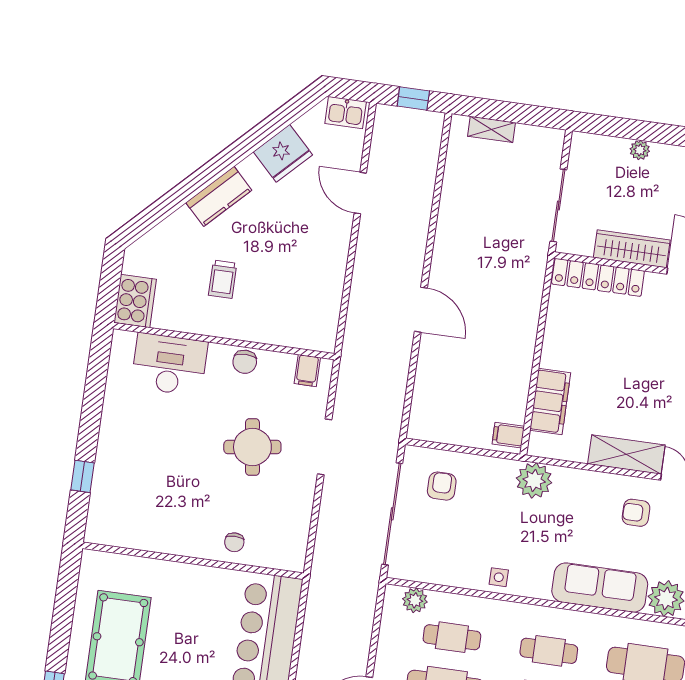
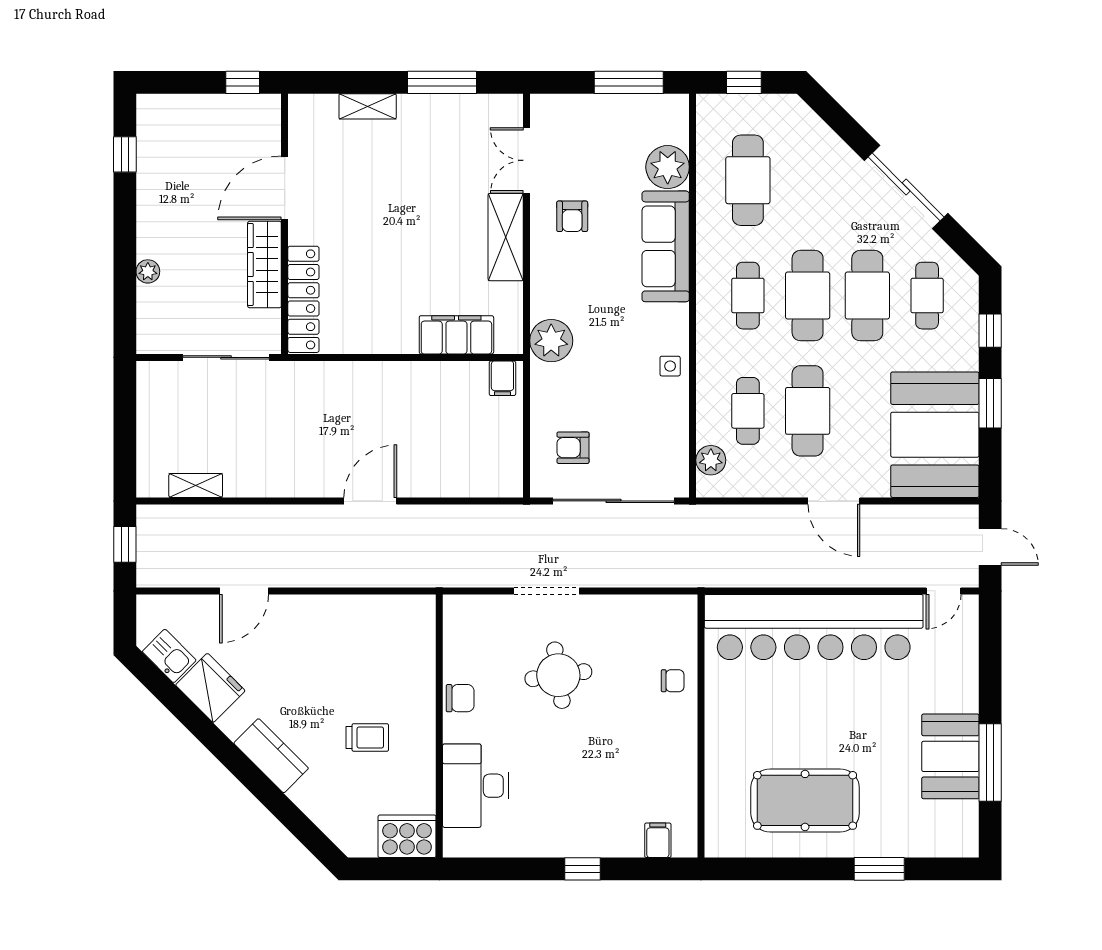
kitchen sink: (346, 113) -> (169, 656), moved, turned -45
shelving: (491, 129) -> (196, 486), moved, turned 90
filing cabinet: (307, 371) -> (658, 840), moved, turned -90
window: (82, 476) -> (582, 869), moved

